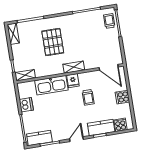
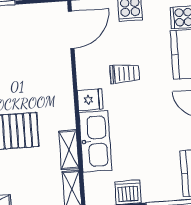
shelving: (74, 67) -> (69, 150), moved

